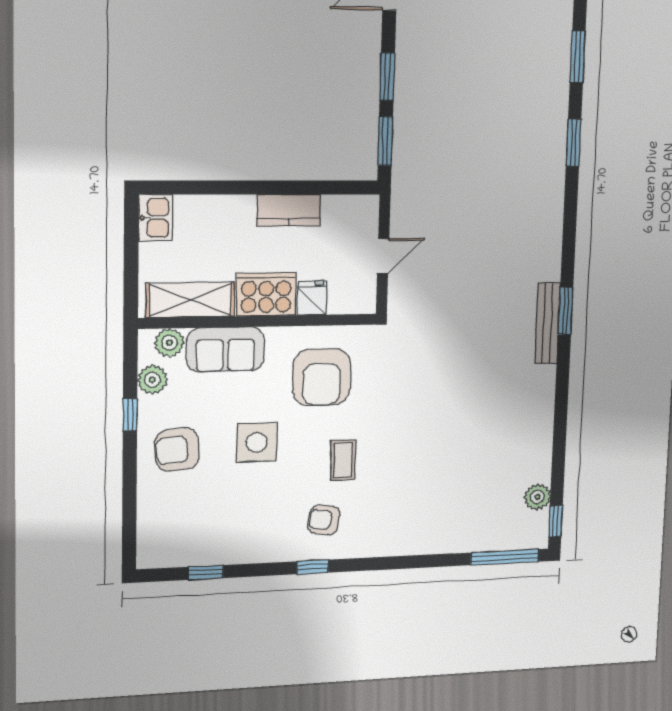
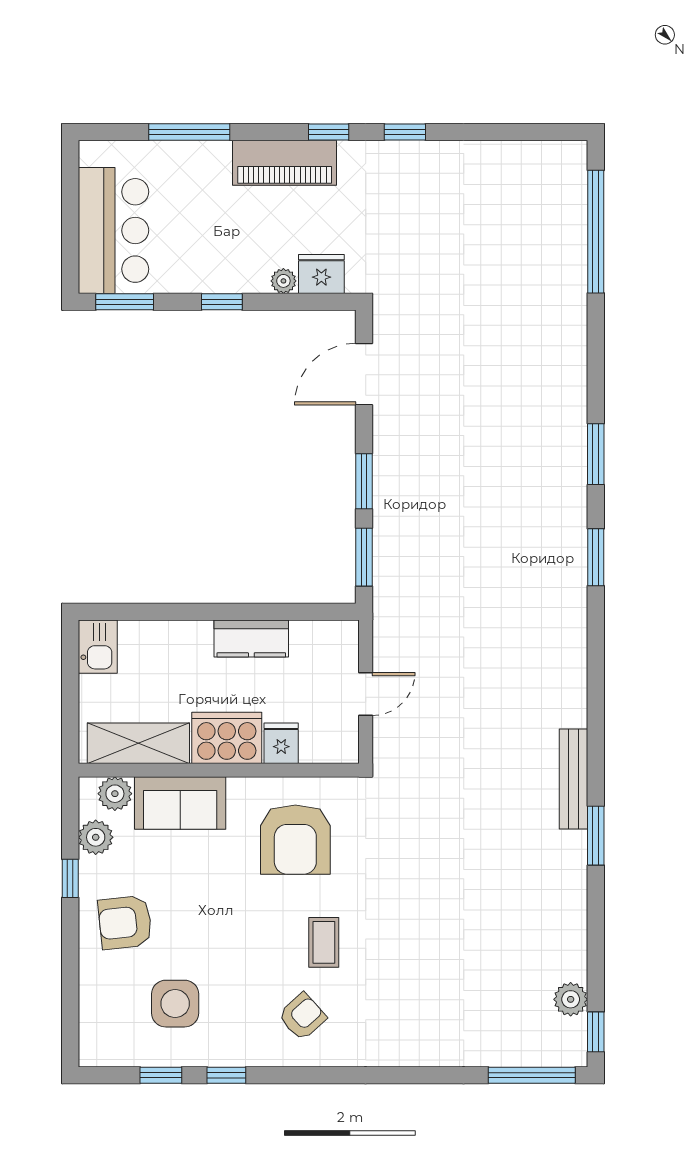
window: (566, 311) -> (596, 836), moved
side table: (257, 442) -> (175, 1004), moved
armchair: (324, 520) -> (302, 1017), turned 128
window: (313, 567) -> (226, 1075), moved

